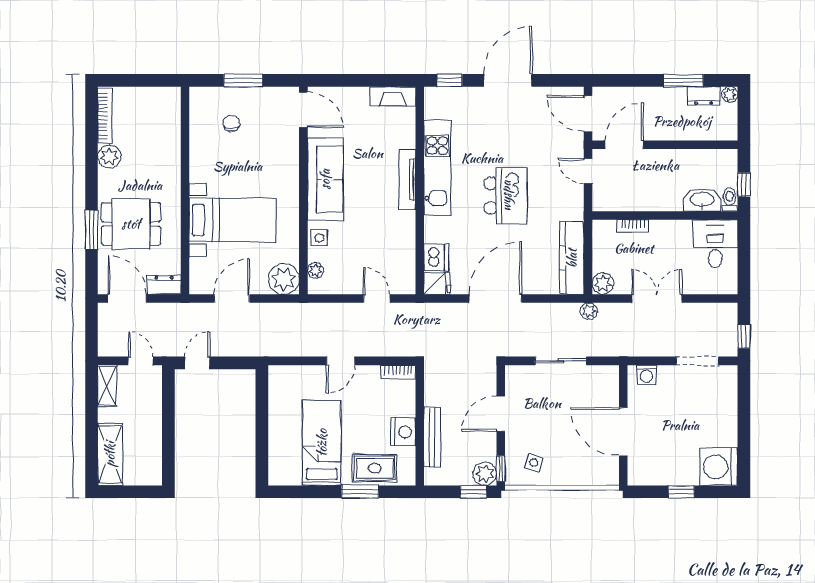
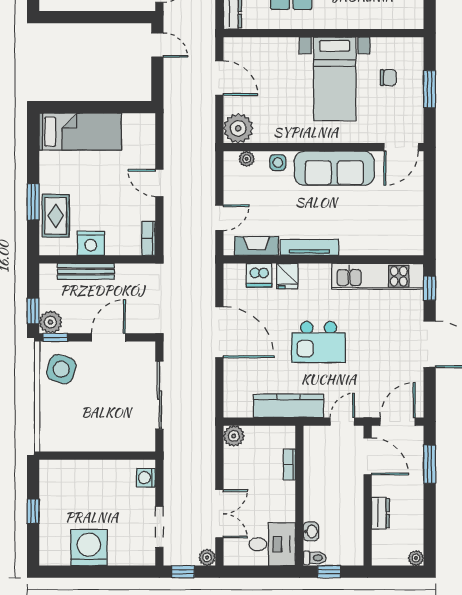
window: (683, 80) -> (430, 464), moved
fireplace: (393, 96) -> (257, 246), moved, turned 90
dresser: (704, 96) -> (380, 513), moved, turned 180
kitchen unit: (437, 168) -> (378, 276), moved
tv unit: (407, 179) -> (309, 247), moved
washbasin: (702, 200) -> (311, 531), width x0.52, depth x0.69
bed with nightstands: (233, 220) -> (335, 79), moved
kitchen counter: (572, 258) -> (289, 406), moved
fridge: (437, 283) -> (287, 276), moved
double door: (657, 299) -> (219, 514), moved
plant: (589, 311) -> (207, 557), moved
sliding door: (561, 361) -> (159, 395), width x1.37
door: (501, 414) -> (108, 337), hinge flipped
door: (623, 432) -> (91, 456), removed
bed: (322, 443) -> (80, 132), moved
side table: (534, 463) -> (61, 369), width x1.87, depth x1.87
washing machine: (719, 467) -> (89, 548), moved

